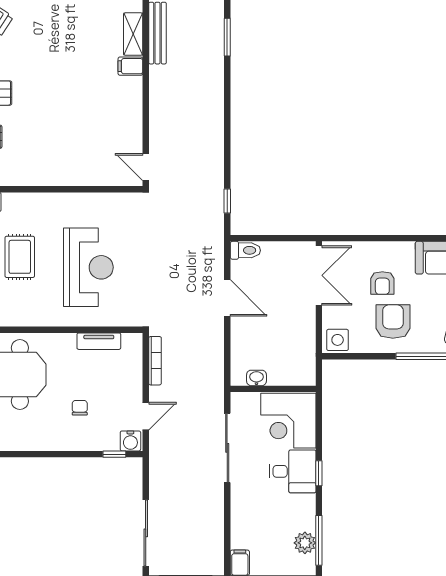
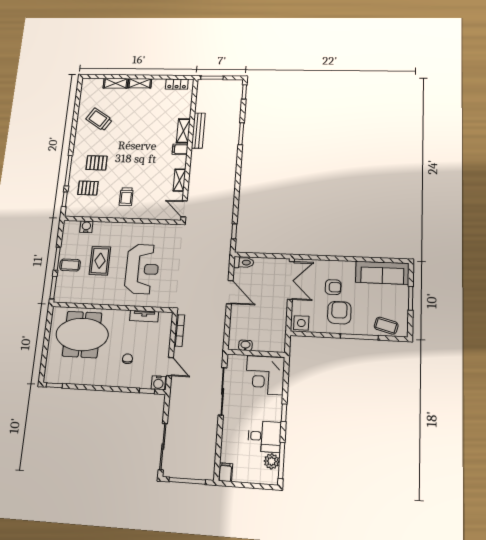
shelving: (134, 119) -> (179, 180), added
trolley: (51, 149) -> (126, 197), added
armchair: (382, 283) -> (333, 287), turned -90
door: (146, 416) -> (170, 367), hinge flipped
desk: (293, 471) -> (264, 436), moved

